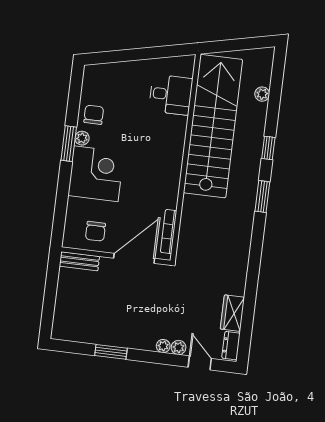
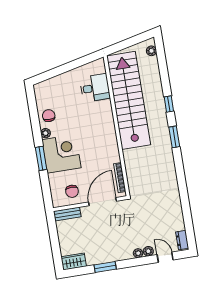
plant: (262, 94) -> (151, 51), moved
window: (69, 144) -> (41, 158), moved
wardrobe: (232, 313) -> (74, 261), moved, turned 90

